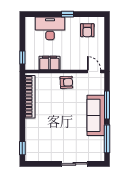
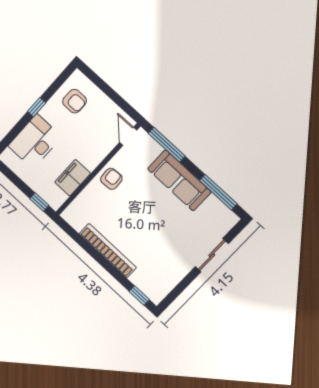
door: (94, 72) -> (128, 136), hinge flipped
bookcase: (30, 97) -> (108, 251), moved
window: (107, 105) -> (167, 145), moved

